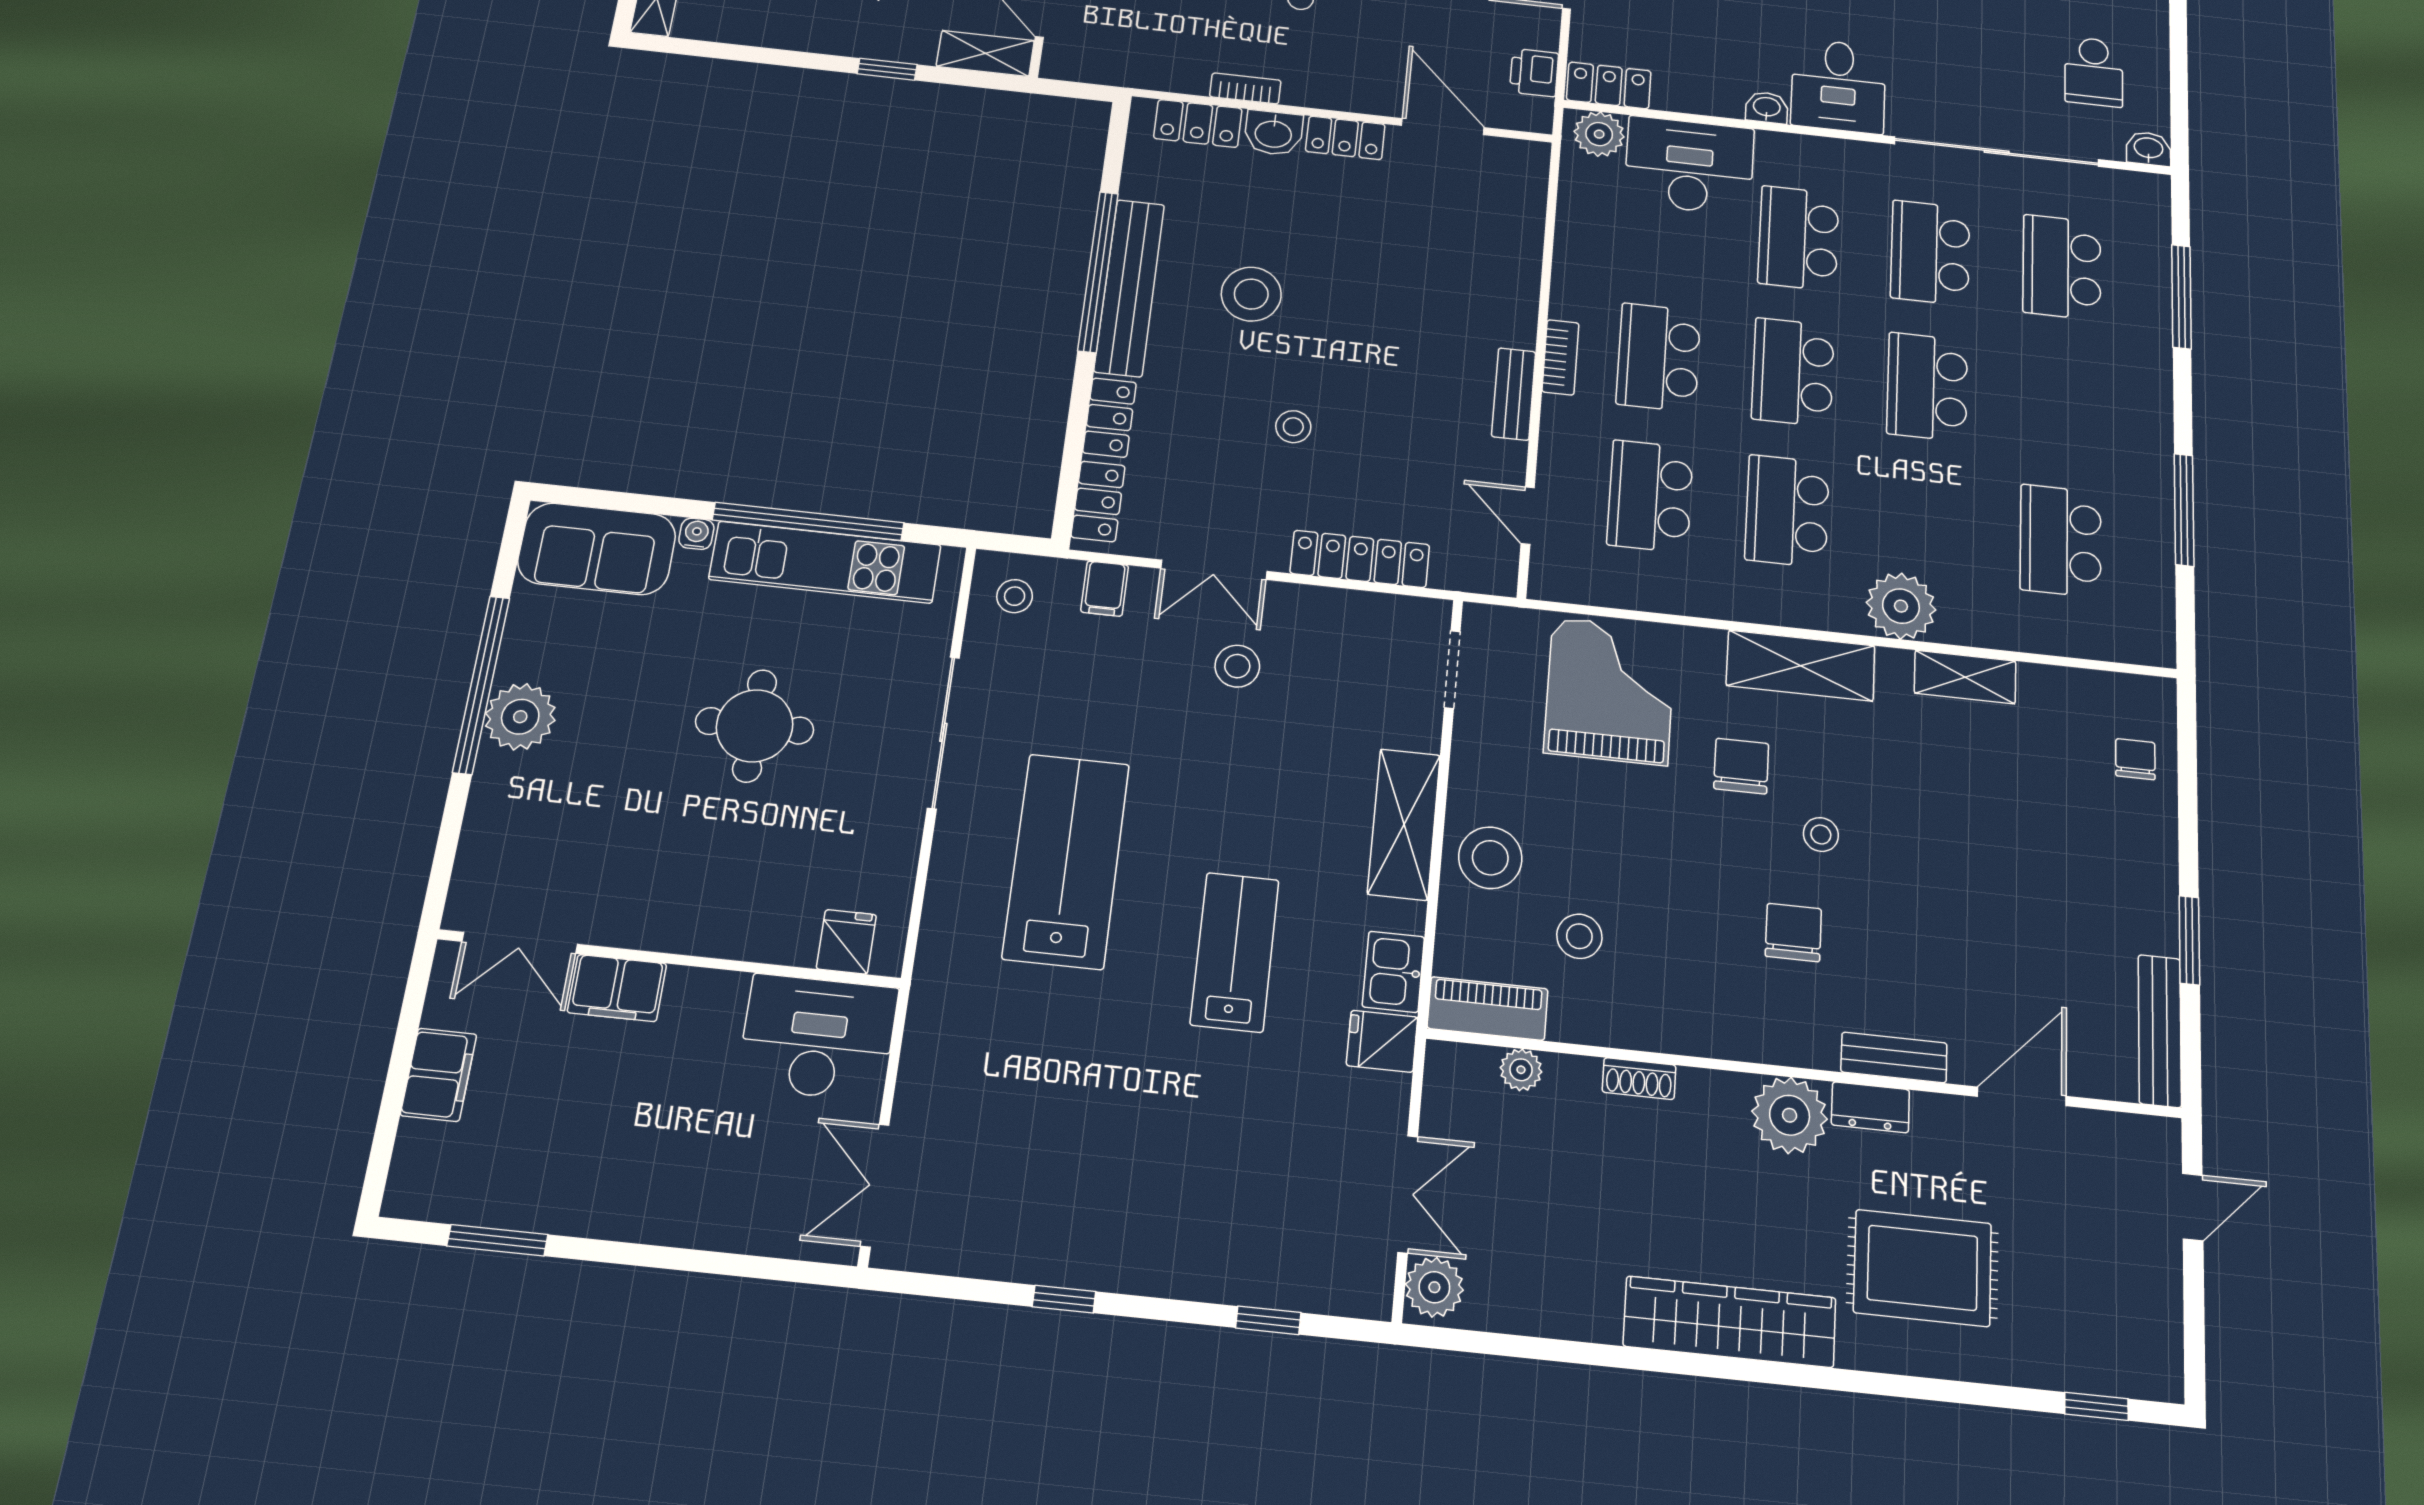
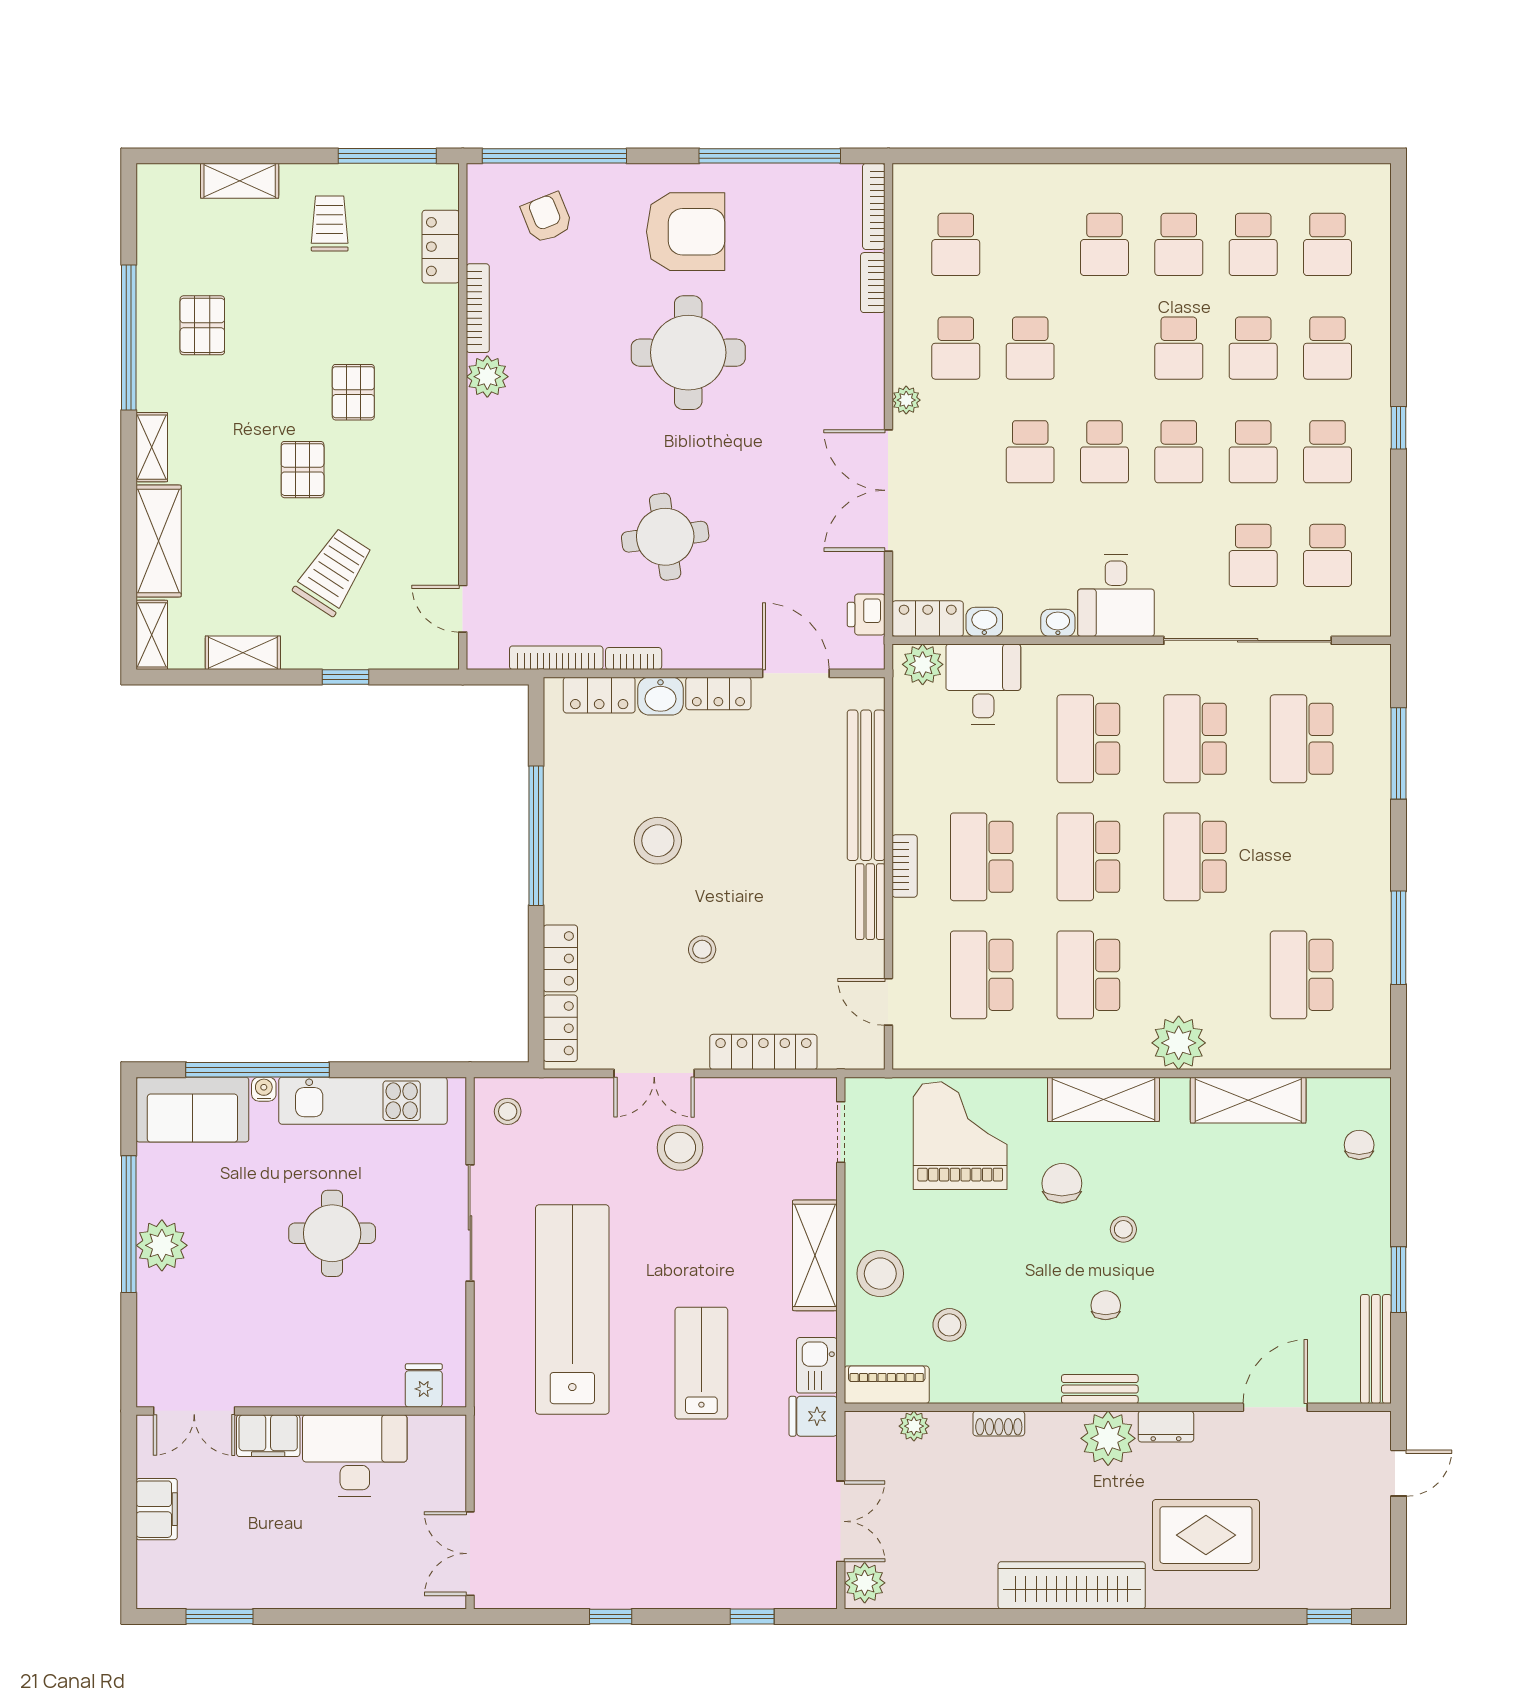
shelving: (985, 53) -> (243, 653), moved
school desk: (2005, 62) -> (1253, 555), added
bookcase: (1150, 77) -> (556, 658), added
washbasin: (2149, 149) -> (984, 622), moved
desk: (1689, 166) -> (983, 684), width x0.73
bench: (1129, 288) -> (866, 785), moved
window: (808, 521) -> (257, 1070), moved
filing cabinet: (1105, 589) -> (574, 1098), removed
stool: (1237, 666) -> (680, 1148), width x1.38, depth x1.38
shelving: (1965, 677) -> (1248, 1100), width x1.50, depth x1.33
lab bench: (1066, 861) -> (572, 1309), width x1.36
chair: (1793, 933) -> (1106, 1305), width x0.73, depth x0.73
desk: (818, 1037) -> (355, 1456), moved
bench: (1894, 1058) -> (1100, 1389), moved

